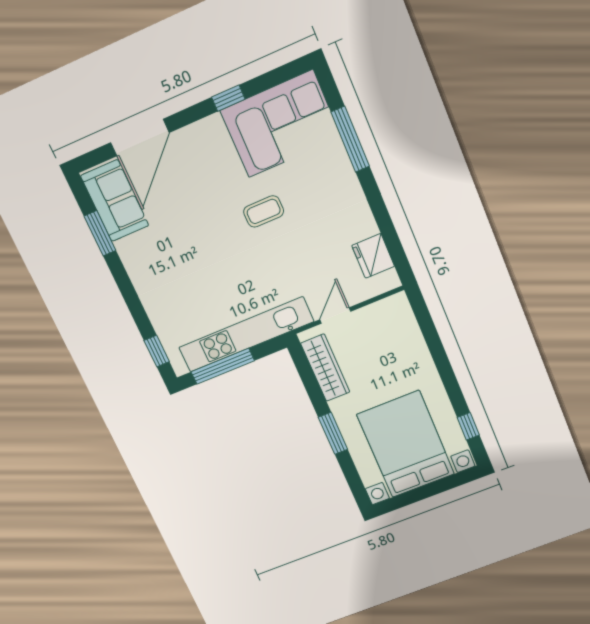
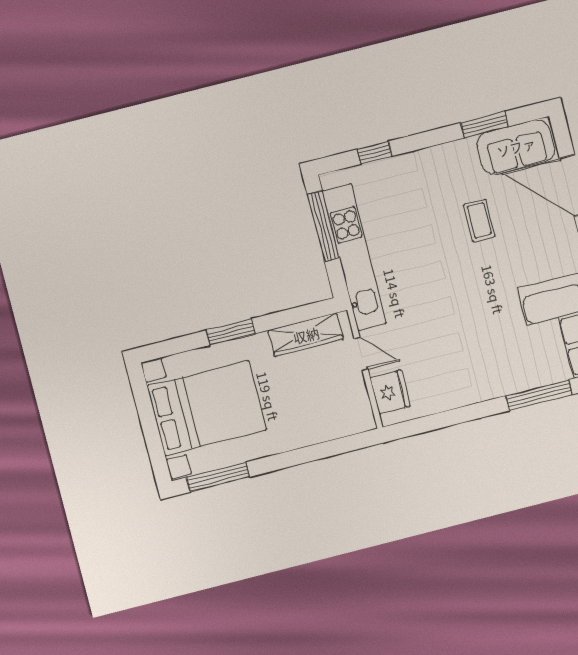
coffee table: (264, 211) -> (479, 220), moved
fridge: (373, 256) -> (390, 392), moved, turned 90
window: (157, 351) -> (375, 153), moved
window: (468, 426) -> (218, 477), width x2.17

